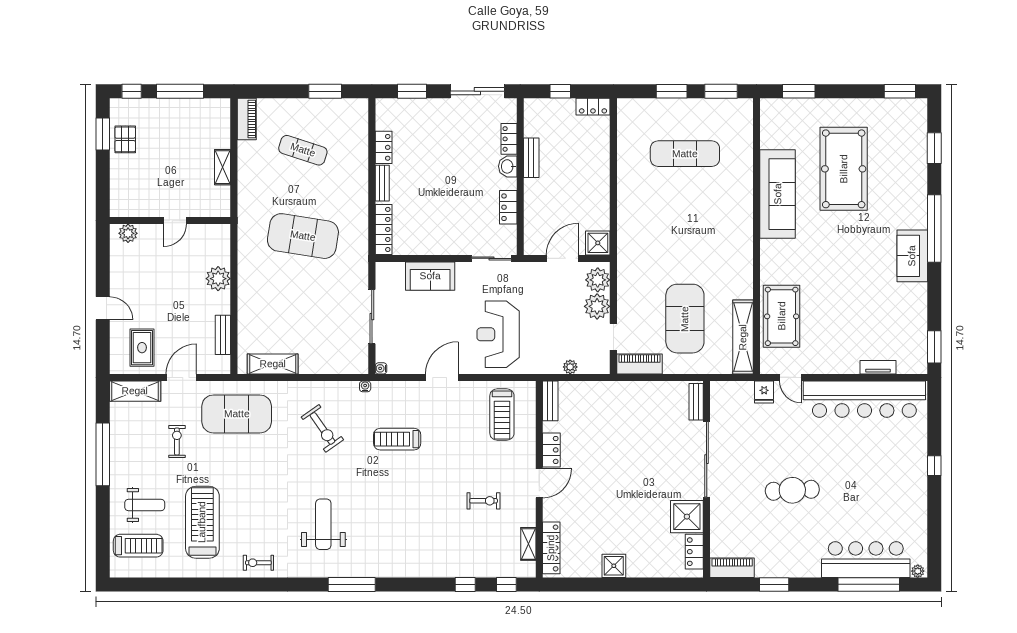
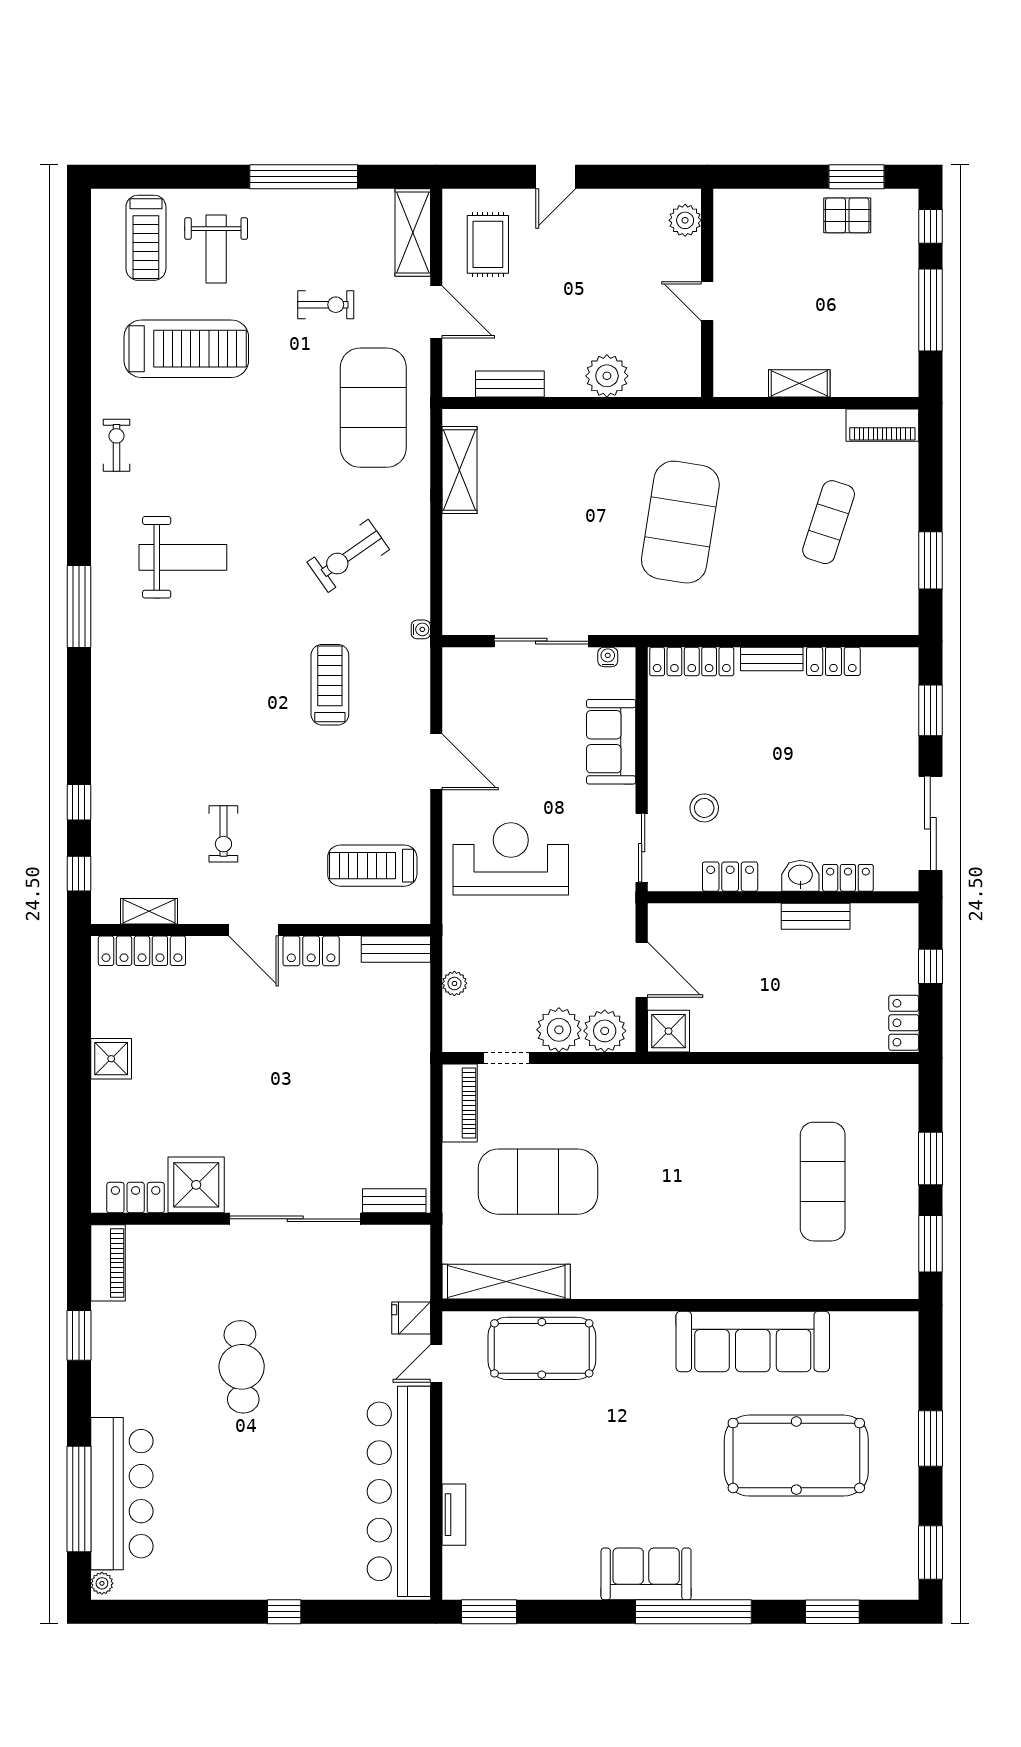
window: (799, 91) -> (930, 1438), moved
stool: (469, 222) -> (704, 808), added
rug: (142, 348) -> (488, 244), turned 90
water cooler: (381, 368) -> (608, 657), moved

